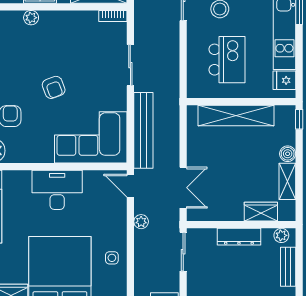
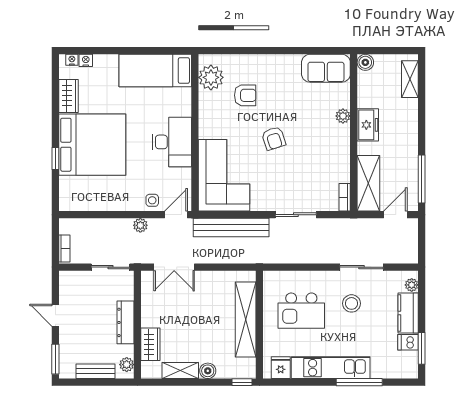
armchair: (54, 87) -> (274, 138), turned -87
side table: (112, 258) -> (152, 200), moved

